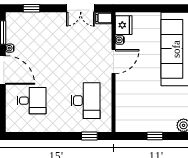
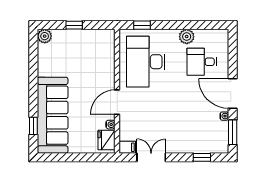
desk: (86, 101) -> (146, 62), width x1.36, depth x1.30
plant: (46, 125) -> (187, 37), added

